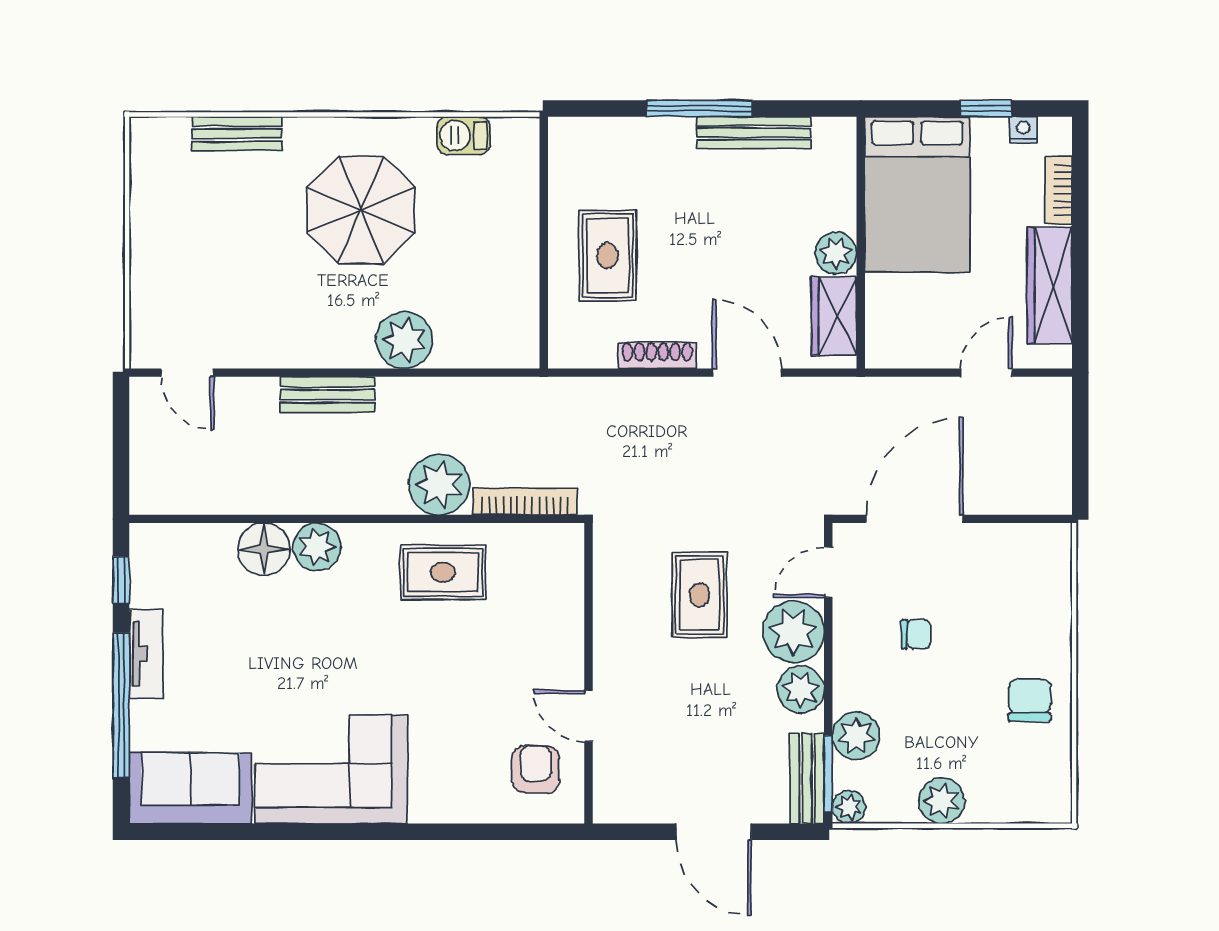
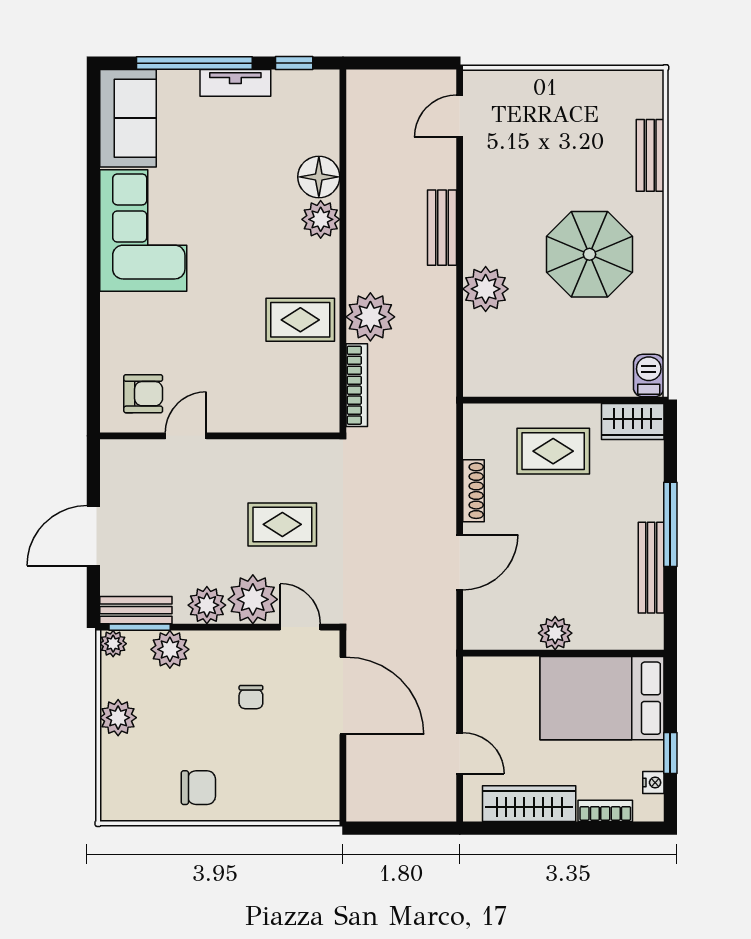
barbecue: (463, 136) -> (649, 376), moved
wardrobe: (834, 316) -> (633, 422), moved, turned 180
rug: (443, 572) -> (300, 320), turned 90

